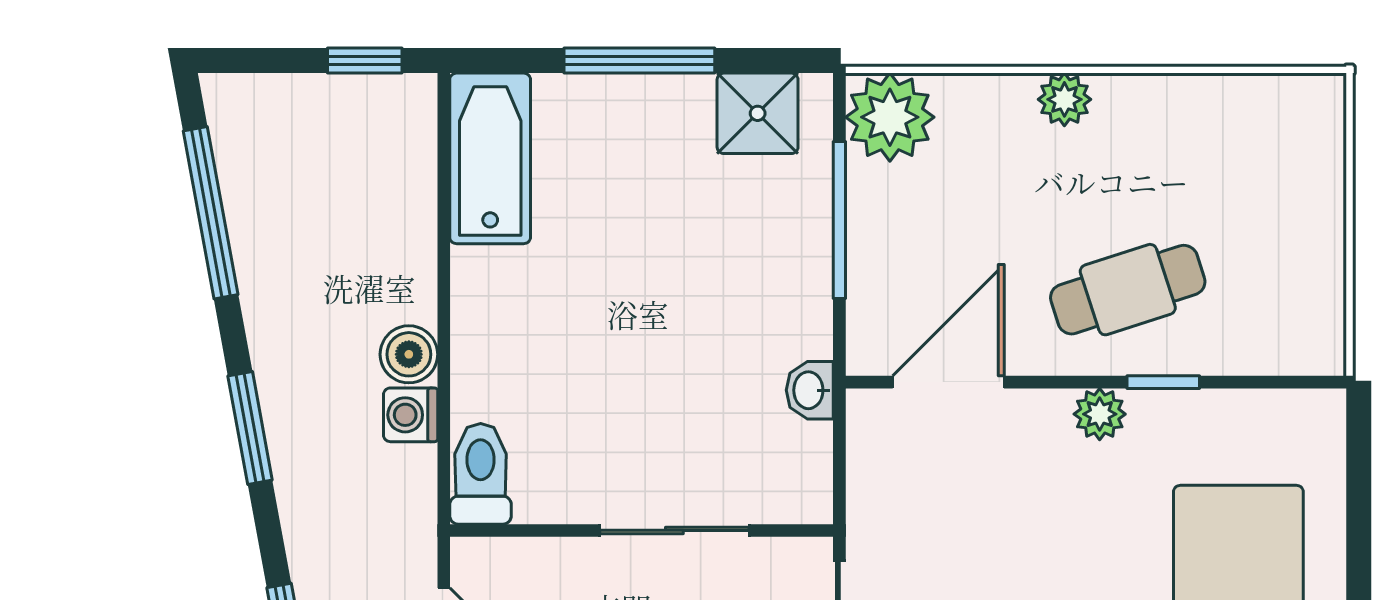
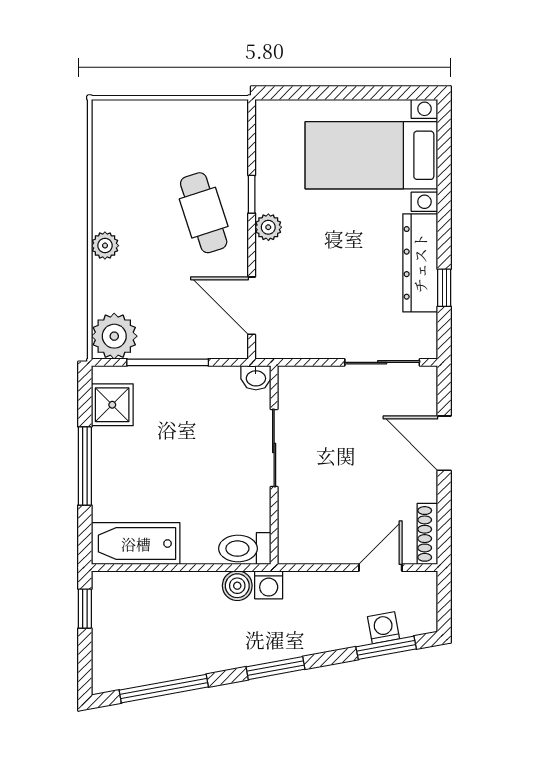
toilet: (481, 474) -> (245, 549), moved
wall: (642, 530) -> (274, 465), moved
sliding door: (674, 530) -> (274, 448), moved

